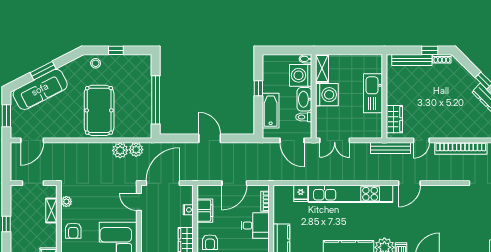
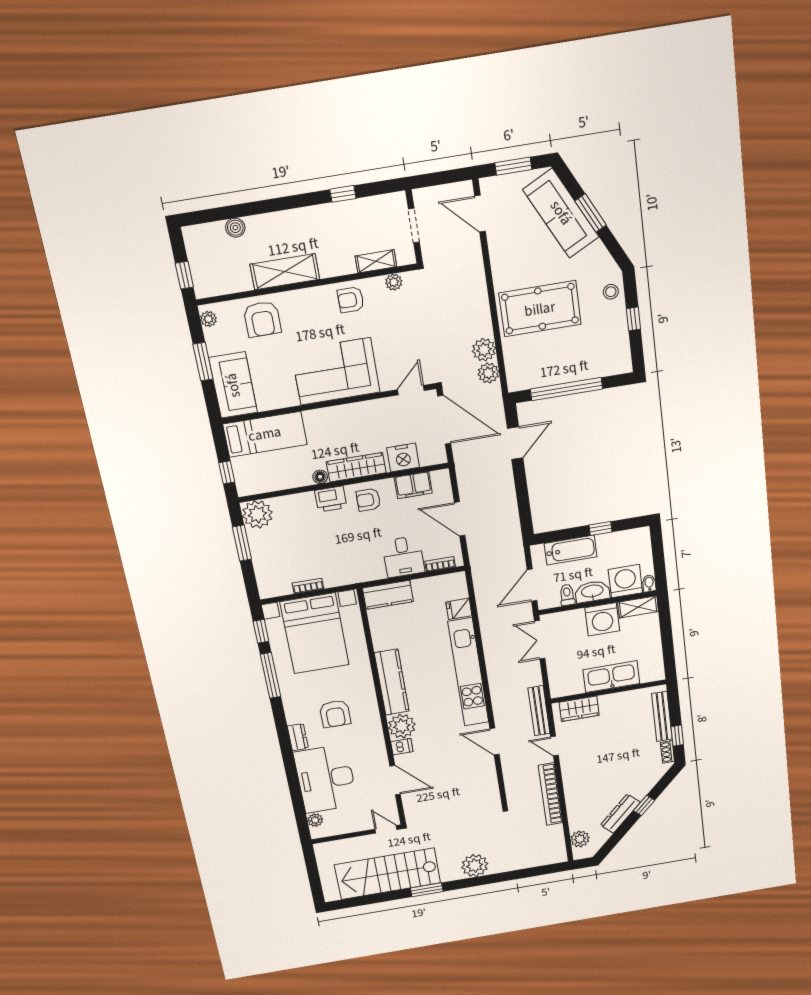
door: (210, 138) -> (515, 443), moved
nightstand: (188, 210) -> (403, 458), width x1.89, depth x1.79

